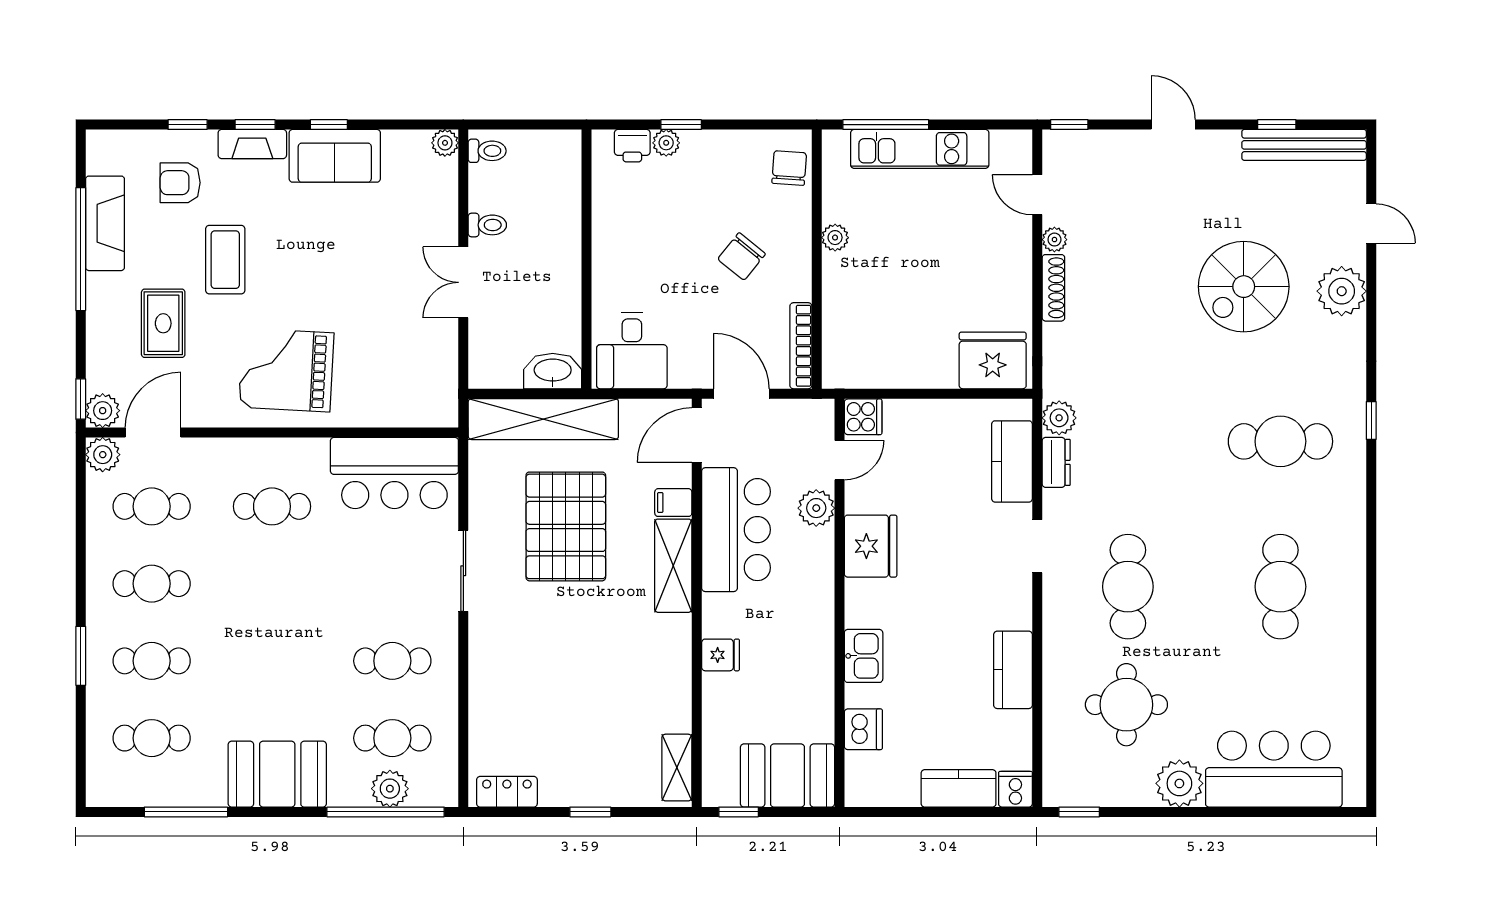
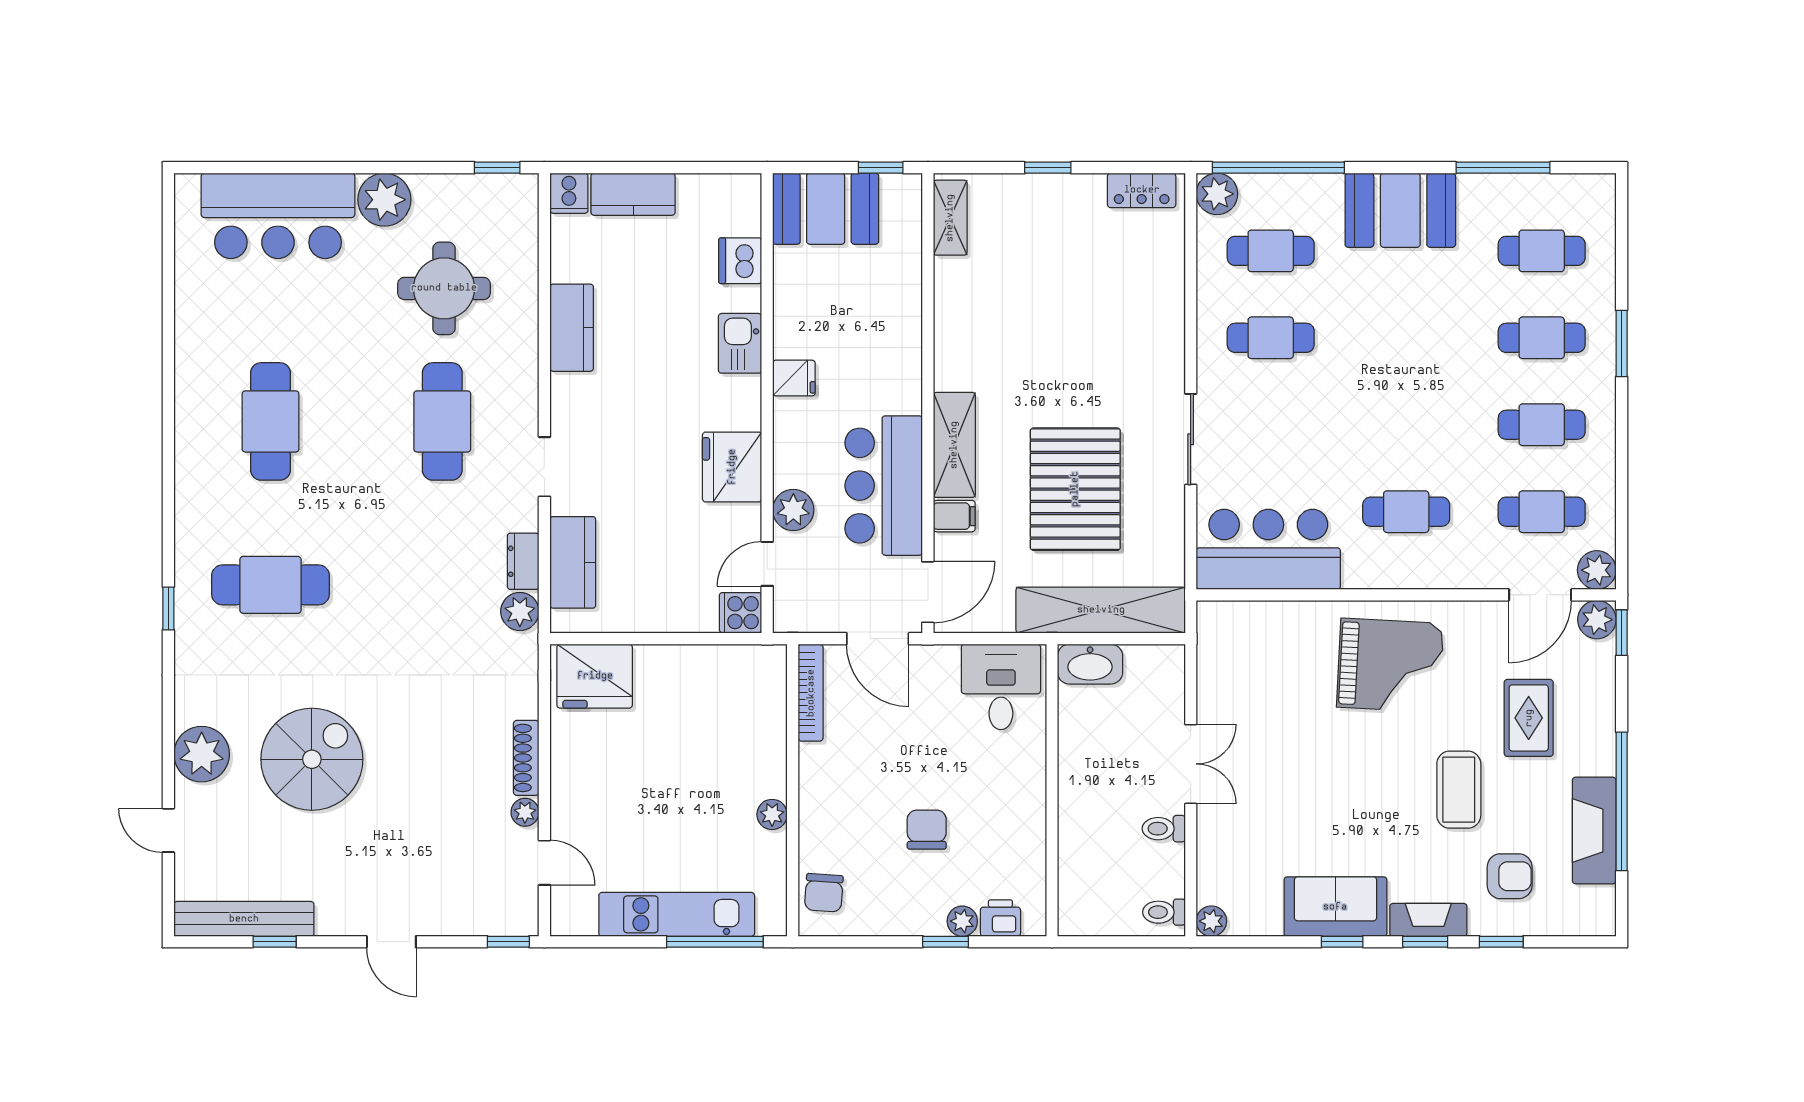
chair: (742, 256) -> (927, 830), moved, turned -39
fridge: (721, 655) -> (794, 378), moved, turned 180
plant: (390, 789) -> (1217, 194), moved

